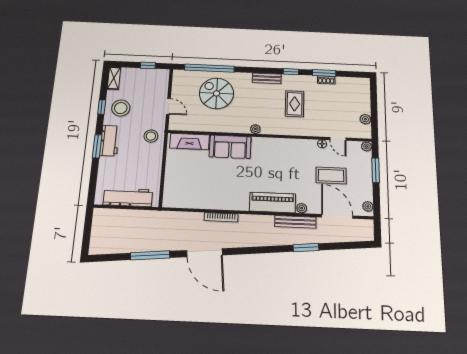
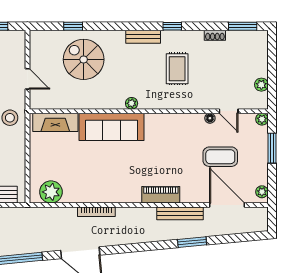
window: (209, 68) -> (73, 26), width x0.32
window: (324, 73) -> (243, 26), moved
sofa: (230, 147) -> (111, 127), width x1.36
piano: (273, 203) -> (161, 195), width x0.73, depth x0.75
plant: (302, 208) -> (51, 192), moved, width x1.88, depth x1.88

